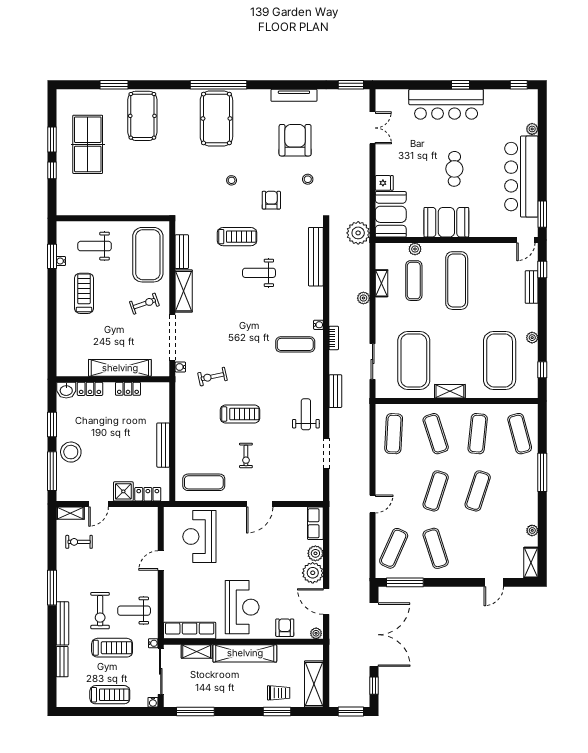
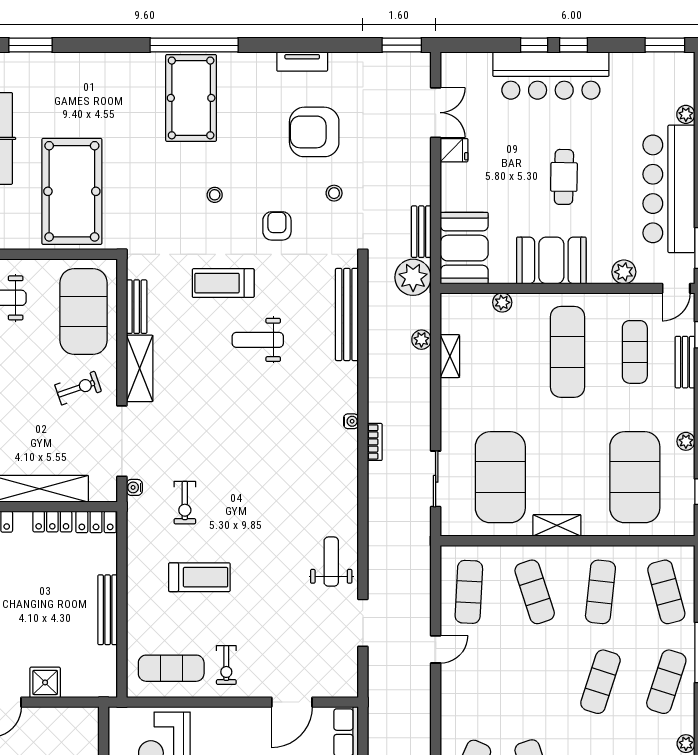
window: (435, 85) -> (534, 45), added
window: (519, 85) -> (665, 45), width x1.50
tv unit: (294, 95) -> (302, 62), width x0.71
pool table: (142, 116) -> (72, 191), moved, width x1.36, depth x1.32
armchair: (295, 140) -> (314, 132), turned -90
fridge: (384, 183) -> (454, 150), moved
plant: (493, 229) -> (624, 272), added
treadmill: (237, 237) -> (223, 283), turned 180
exercise mat: (414, 281) -> (635, 352), moved
plant: (363, 298) -> (421, 340), moved
exercise mat: (295, 344) -> (315, 452), removed
exercise bike: (212, 377) -> (185, 503), turned -78
bench: (335, 391) -> (421, 232), moved
treadmill: (240, 414) -> (199, 577), moved
exercise bike: (246, 455) -> (226, 665), moved
exercise mat: (436, 491) -> (666, 682), moved
locker: (148, 494) -> (96, 522), moved, turned 180
door: (260, 504) -> (292, 702), moved
door: (373, 504) -> (436, 649), moved

